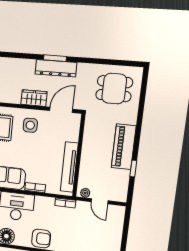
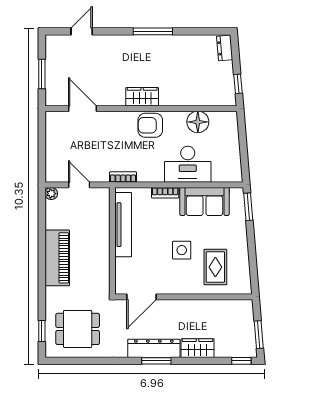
wardrobe: (34, 98) -> (198, 348), moved, turned 180
side table: (30, 125) -> (182, 250), moved
window: (133, 169) -> (42, 331), moved
plant: (85, 193) -> (51, 194), moved

